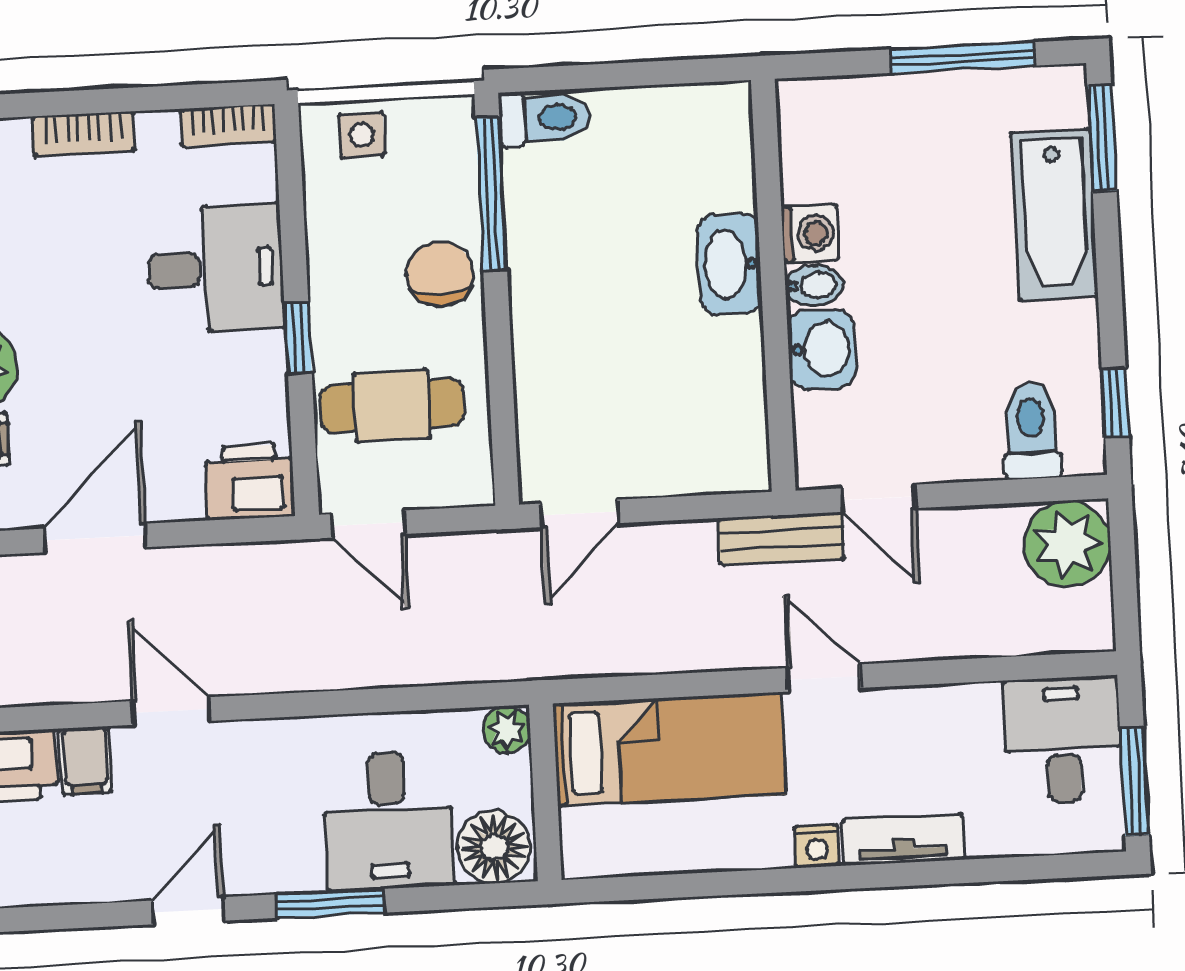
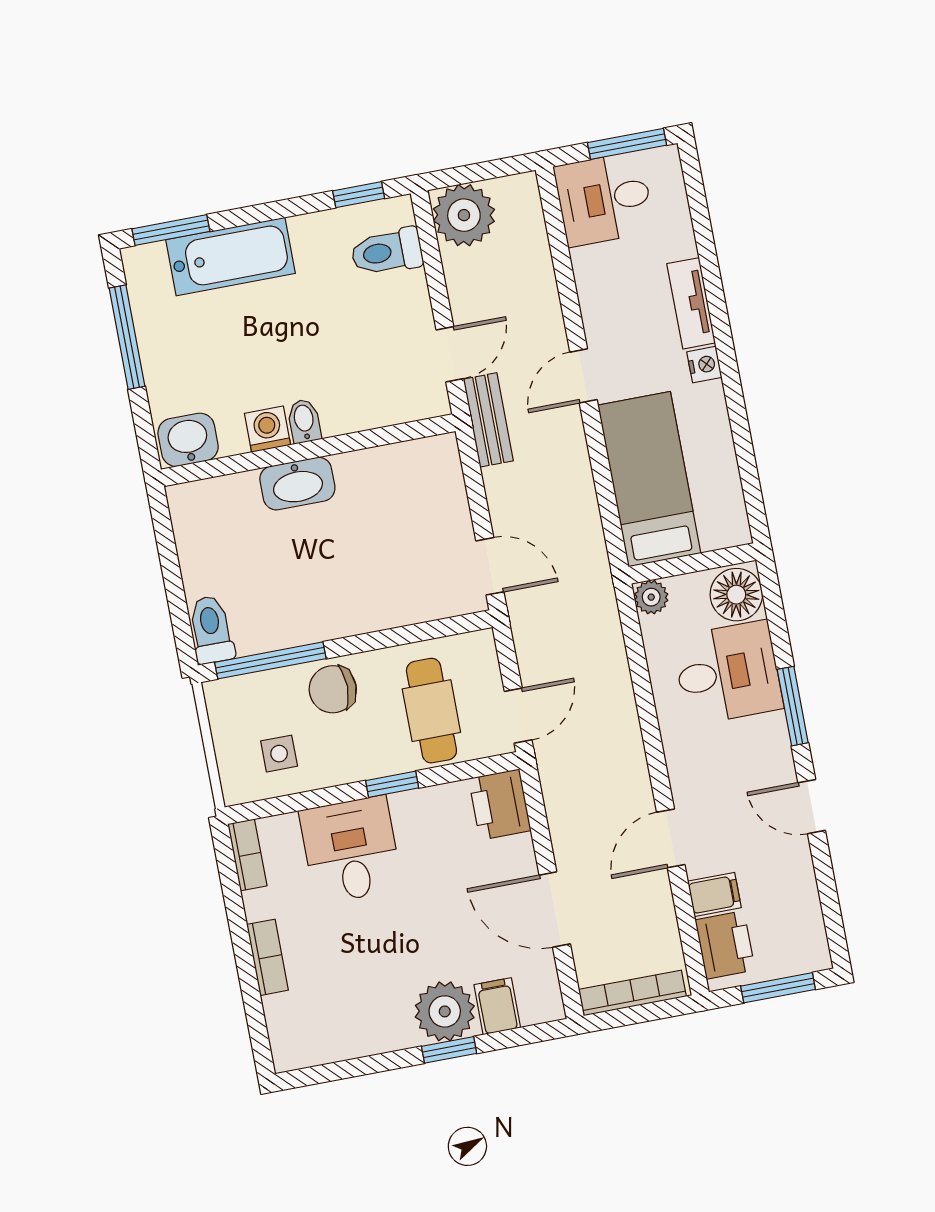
side table: (362, 135) -> (279, 754), moved
washbasin: (822, 349) -> (188, 440), moved

